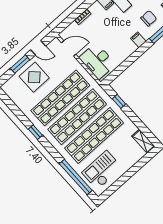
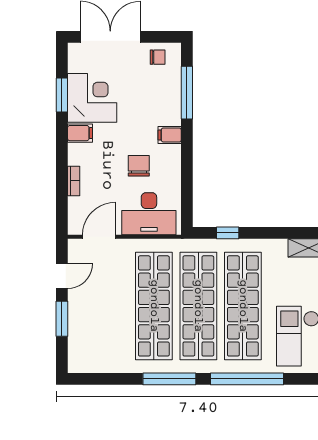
chair: (149, 18) -> (139, 166), moved
display table: (34, 77) -> (96, 316), removed
window: (35, 132) -> (169, 379), width x2.17
window: (76, 177) -> (247, 379), moved

